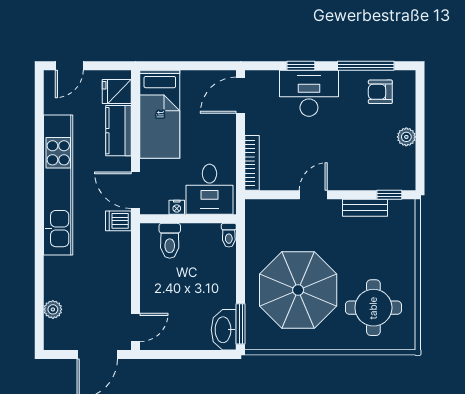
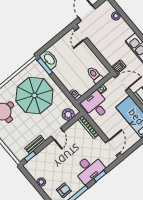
plant: (268, 212) -> (68, 114), added

